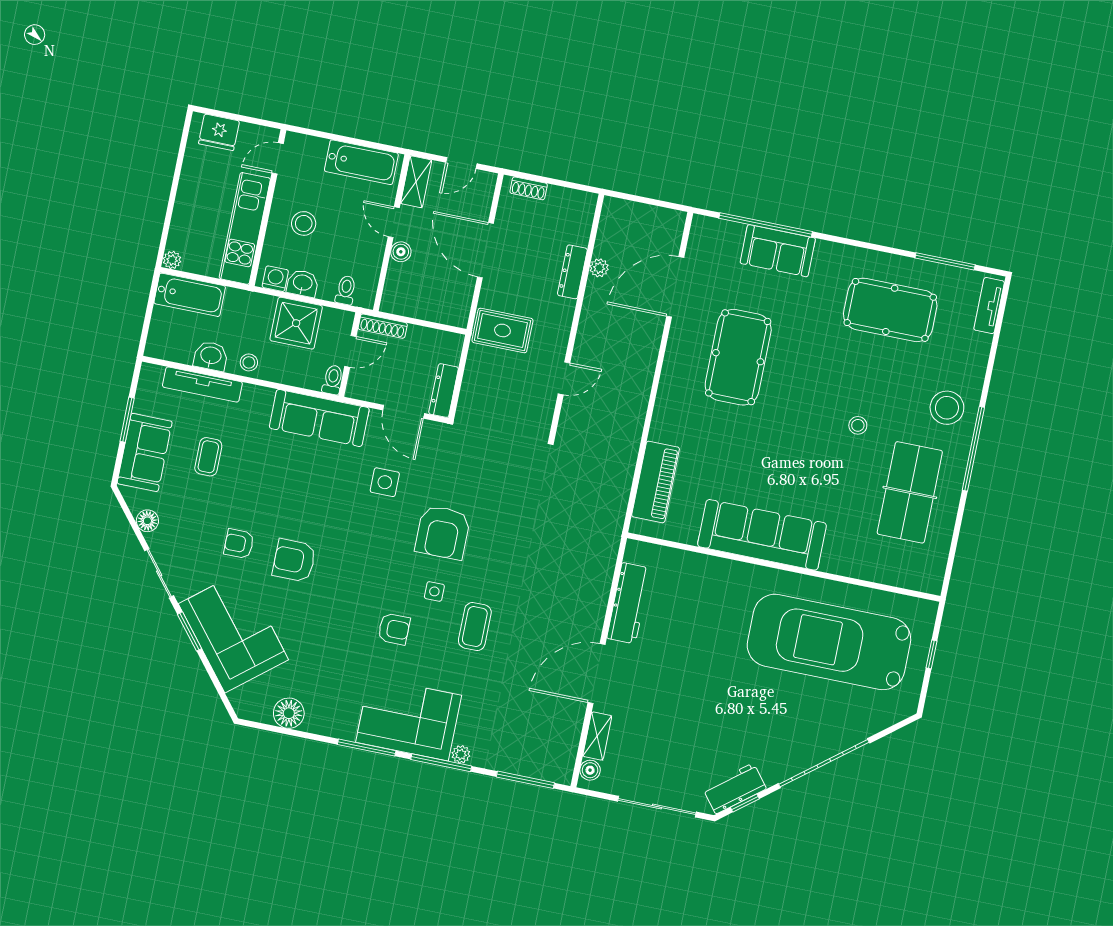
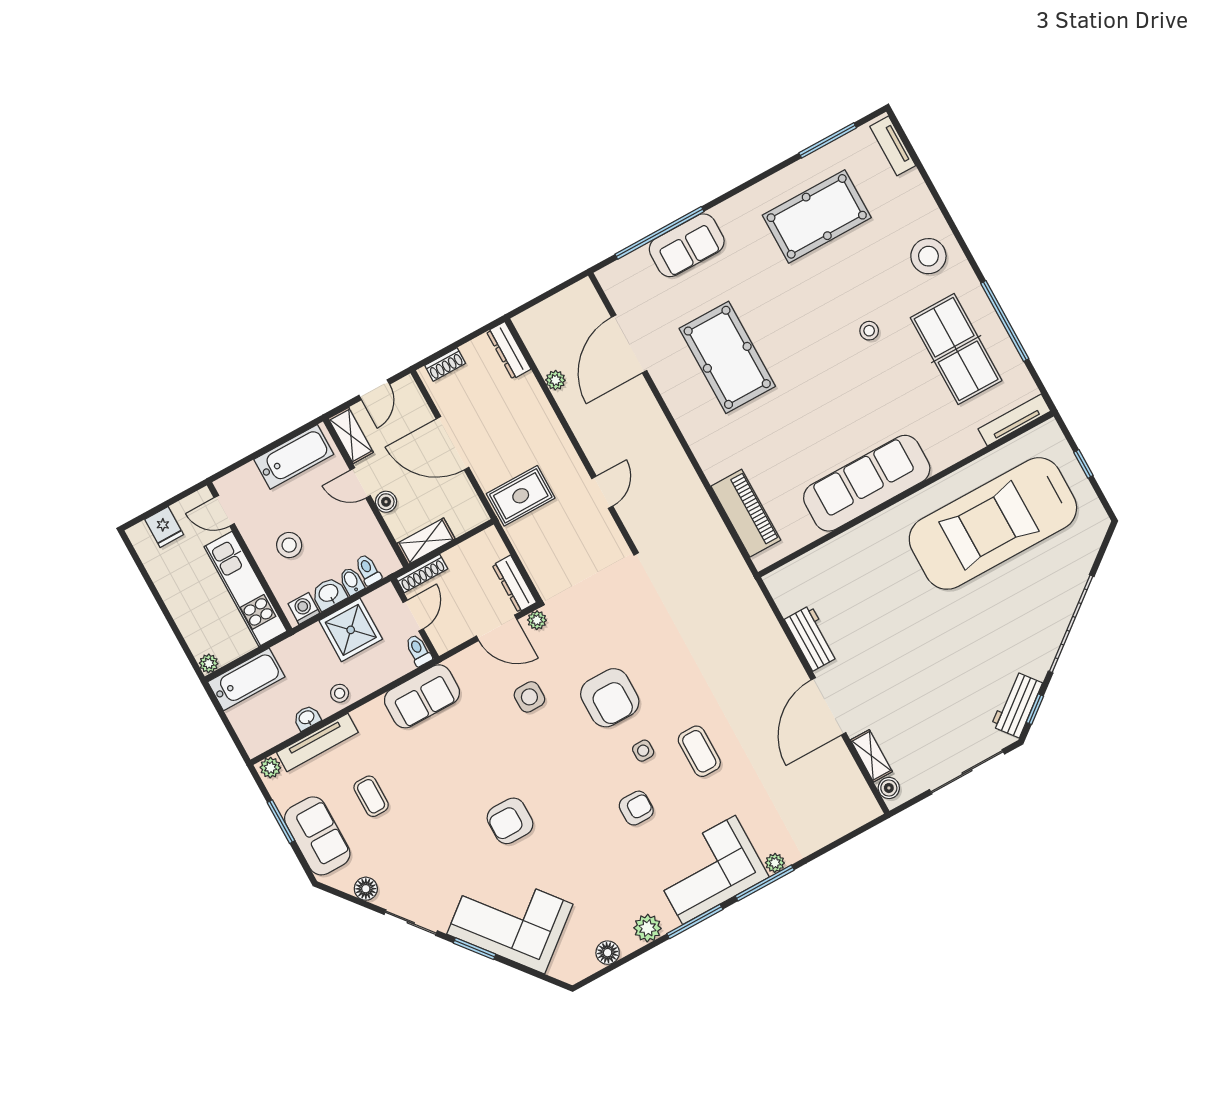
fridge: (219, 132) -> (164, 527), width x0.72
door: (278, 158) -> (224, 511), hinge flipped
dresser: (572, 272) -> (509, 350), moved
bidet: (327, 288) -> (352, 581), added
shelving: (406, 305) -> (426, 541), added
washbasin: (211, 356) -> (307, 718), width x0.72, depth x0.69
plant: (153, 374) -> (270, 768), added
sofa: (319, 418) -> (422, 696), width x0.73
plant: (438, 431) -> (537, 620), added
window: (973, 449) -> (1005, 321), moved
armchair: (239, 544) -> (455, 845), removed
tv unit: (908, 580) -> (1014, 420), added
workbench: (629, 603) -> (812, 638), width x0.73
floor lamp: (289, 713) -> (608, 953), width x0.73, depth x0.73
plant: (328, 723) -> (647, 928), added
window: (525, 780) -> (844, 840), removed

